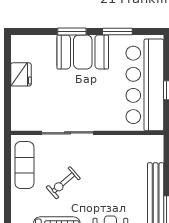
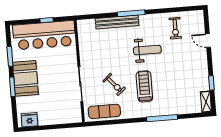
fridge: (21, 74) -> (30, 120), moved

